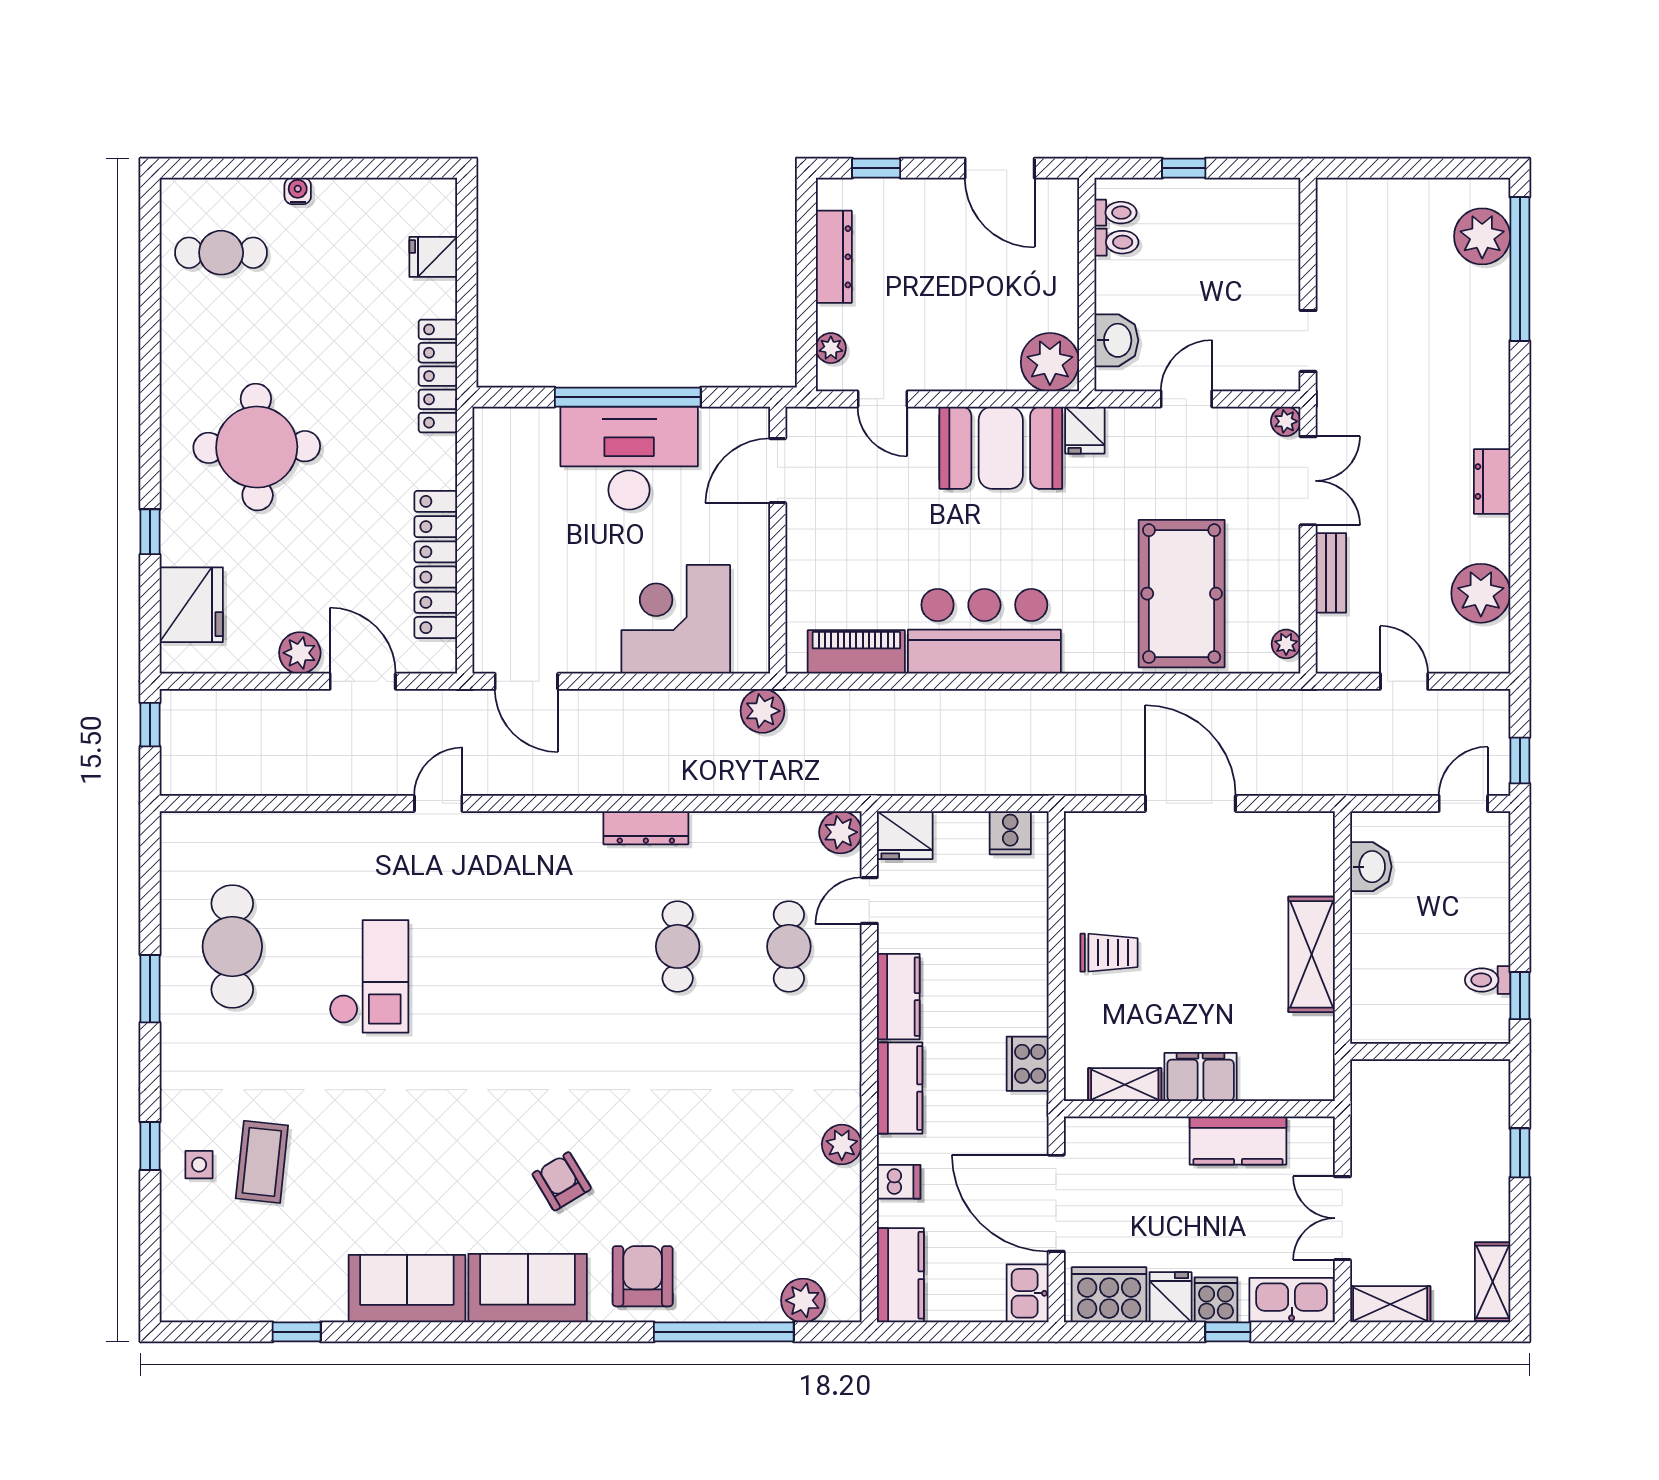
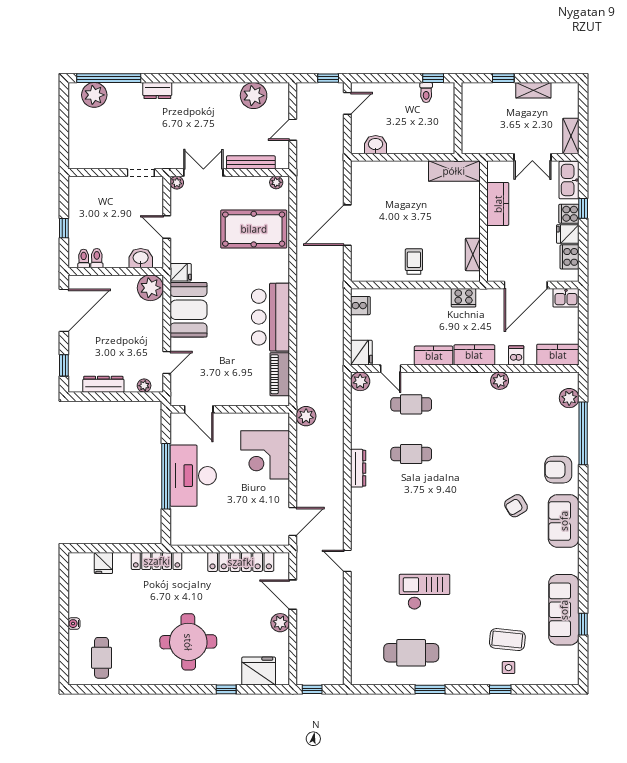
door: (1000, 168) -> (64, 310), width x1.36
dresser: (1492, 482) -> (157, 90), moved
bench: (1331, 573) -> (251, 162), width x1.36
door: (363, 681) -> (293, 595), hinge flipped
door: (1463, 803) -> (347, 103), swing flipped
shelving: (1312, 954) -> (454, 171), moved
filing cabinet: (1201, 1077) -> (469, 221), removed
shelving: (1493, 1282) -> (533, 90), moved
sofa: (407, 1289) -> (564, 610), moved, width x1.36
cooker: (1109, 1295) -> (570, 257), width x0.73, depth x0.76

